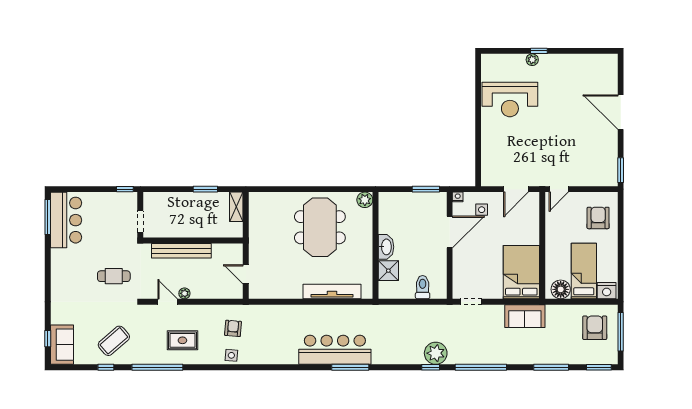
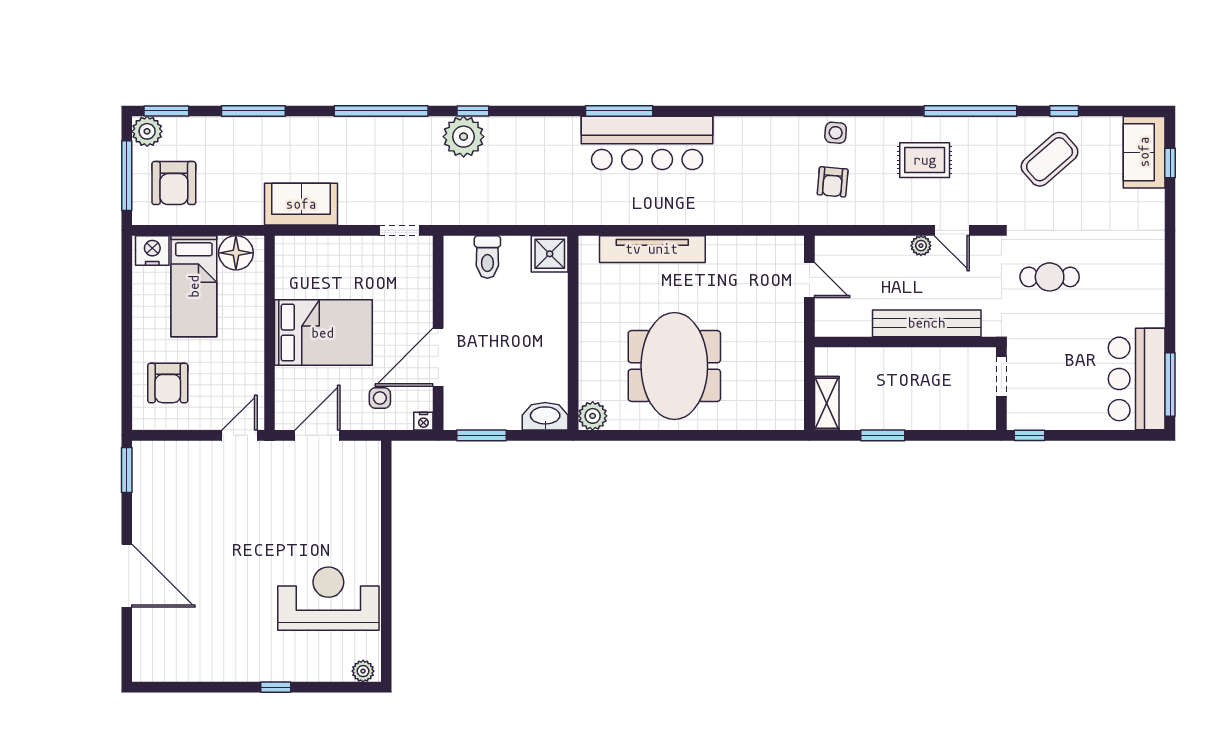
plant: (532, 60) -> (363, 671), moved
washbasin: (386, 247) -> (545, 416), moved, turned 90
shower: (388, 271) -> (550, 254), moved
bed: (521, 272) -> (323, 333), moved, turned -90
plant: (609, 356) -> (147, 131), added

